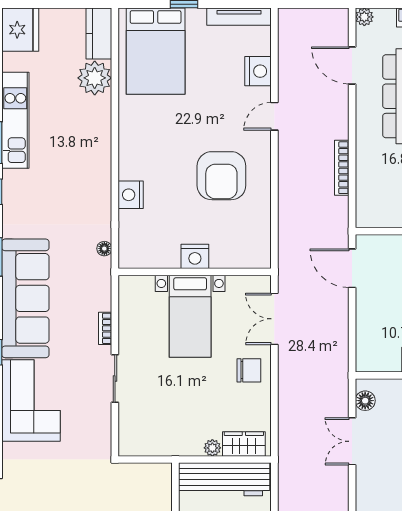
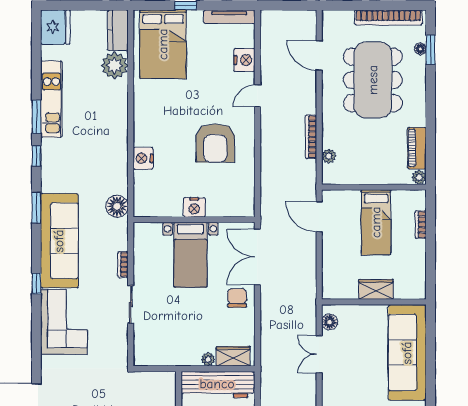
plant: (364, 17) -> (329, 156), moved
floor lamp: (104, 249) -> (117, 206), width x1.89, depth x1.89
double door: (274, 319) -> (257, 257), width x1.37
chair: (249, 370) -> (237, 298), turned -90

